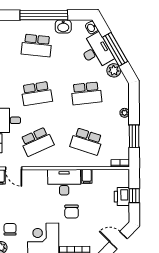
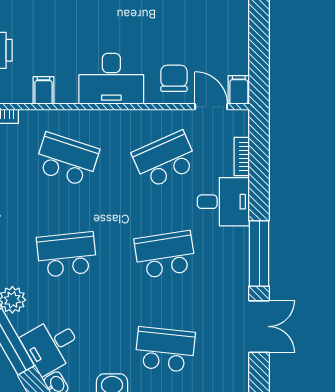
desk: (96, 51) -> (51, 345), width x0.73
filing cabinet: (87, 176) -> (43, 90), moved
chair: (72, 212) -> (174, 78), moved

